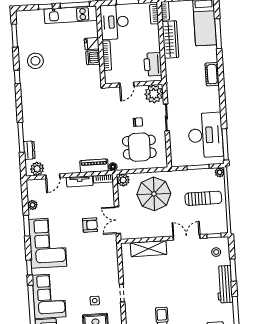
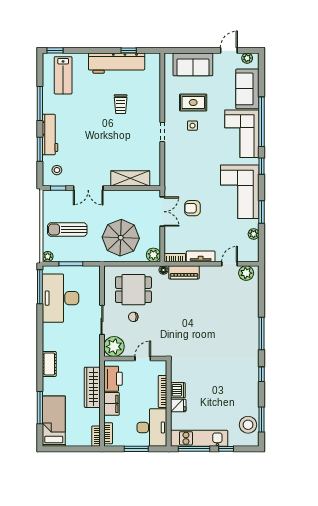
wardrobe: (170, 39) -> (92, 387), moved
filing cabinet: (153, 41) -> (112, 404), added
stool: (35, 61) -> (248, 425), moved
window: (21, 137) -> (262, 334), moved
dresser: (29, 150) -> (253, 294), removed

